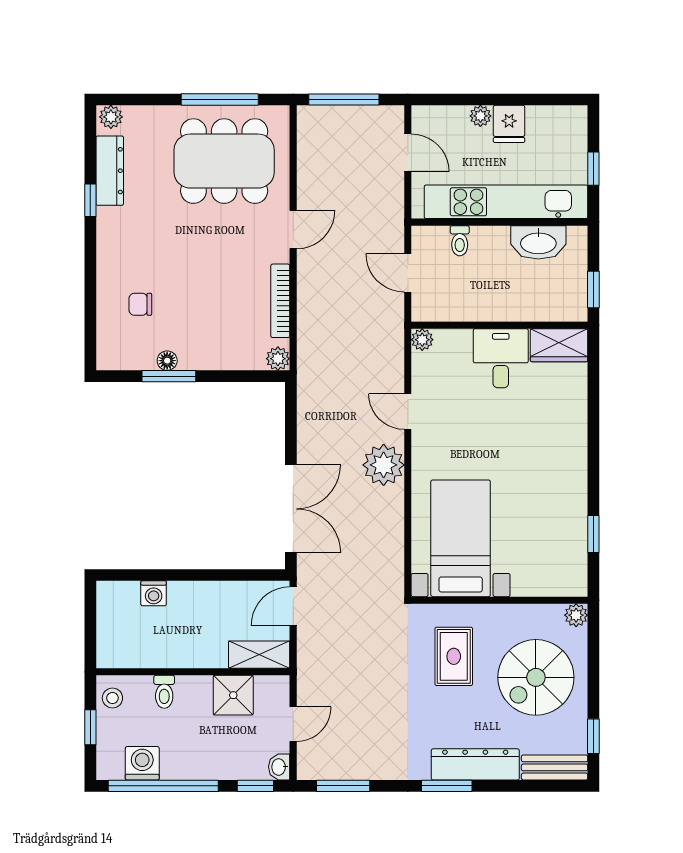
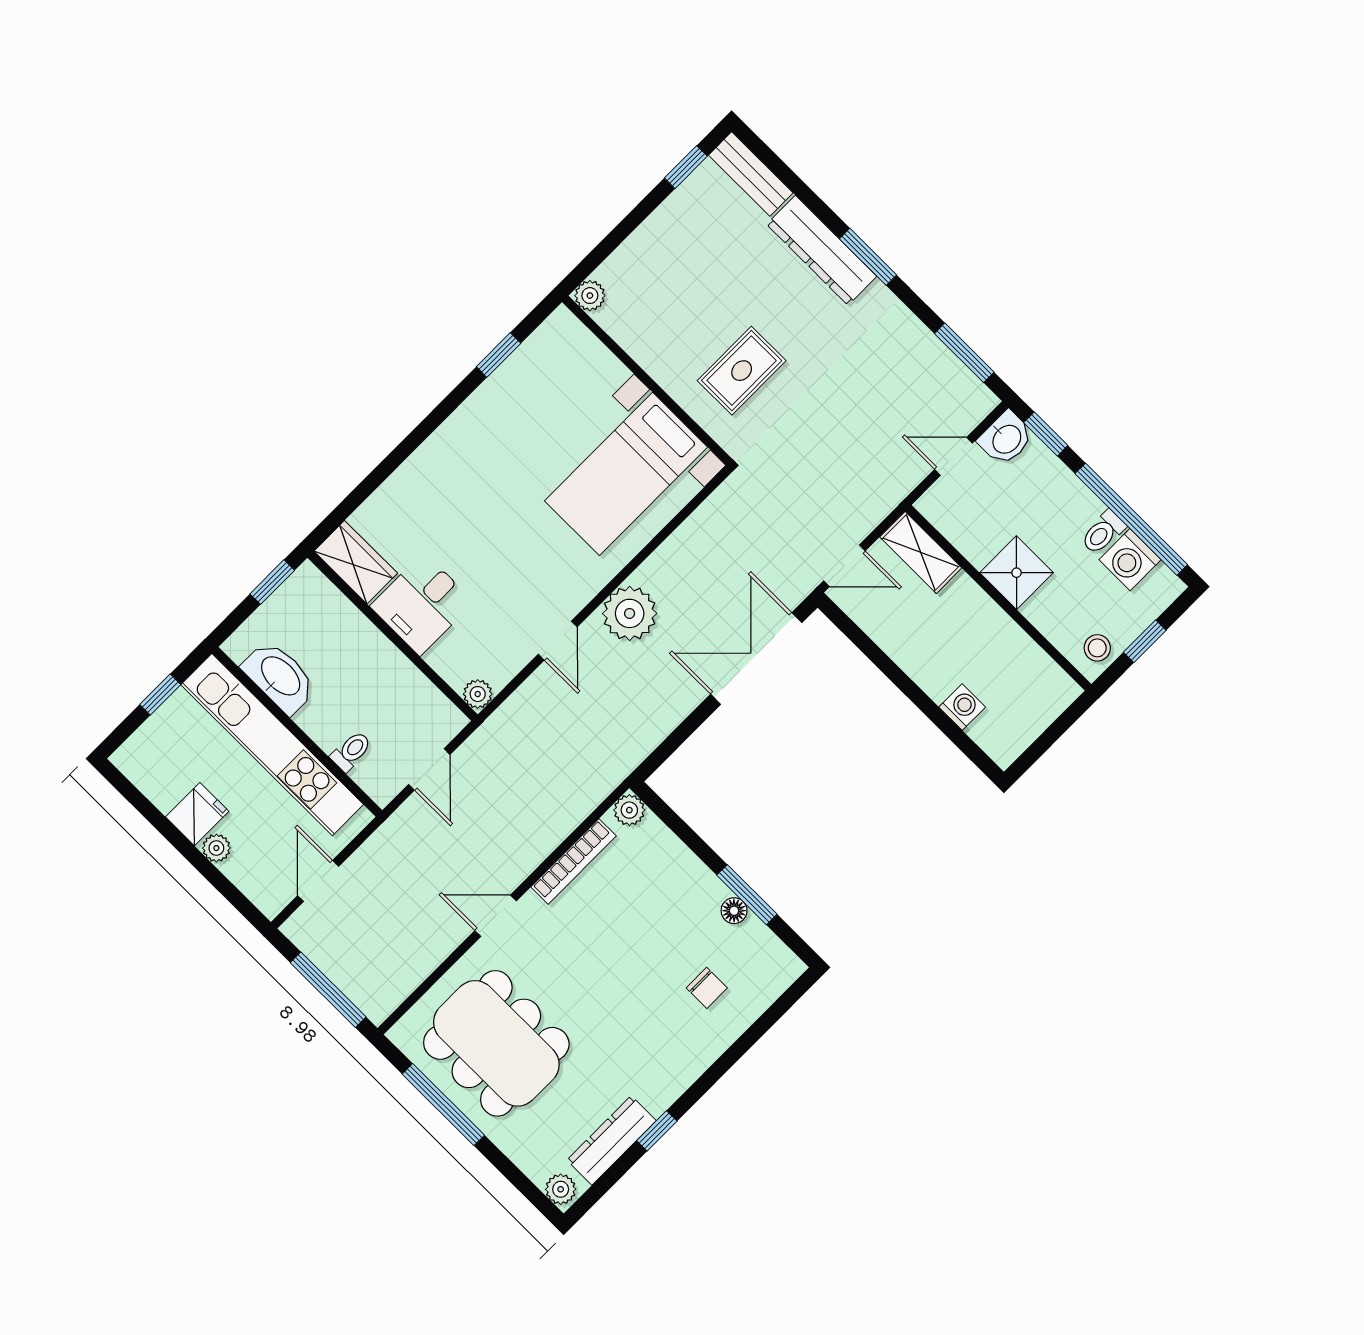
spiral stairs: (536, 677) -> (685, 275), removed
toilet: (164, 692) -> (1103, 532), moved, turned 180
shower: (233, 695) -> (1016, 573), moved
washbasin: (279, 767) -> (1006, 438), width x1.38, depth x1.45

